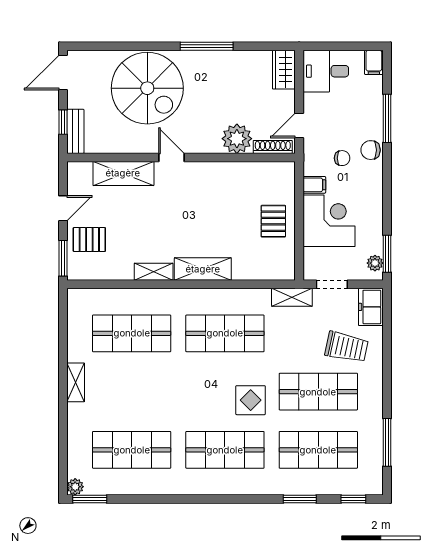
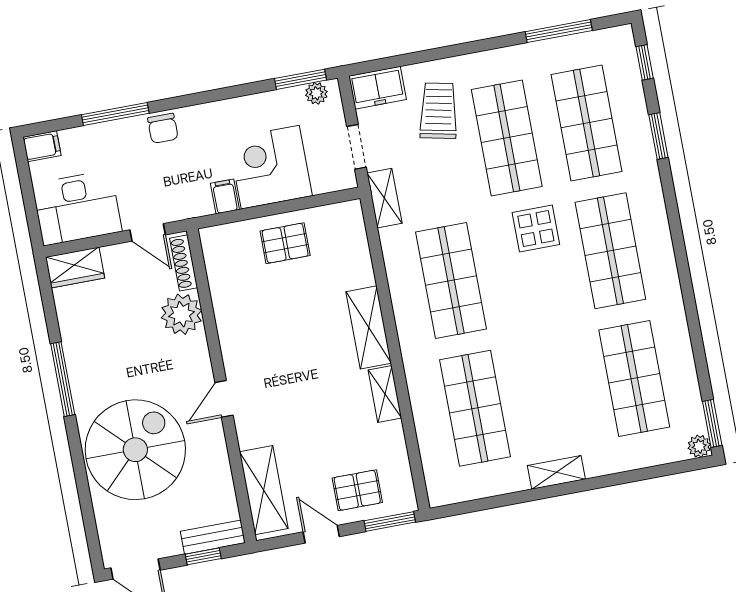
desk: (326, 71) -> (77, 208), width x1.37
chair: (342, 158) -> (181, 165), removed
shelving: (123, 173) -> (264, 490), moved
pallet: (89, 240) -> (357, 490), turned 90

